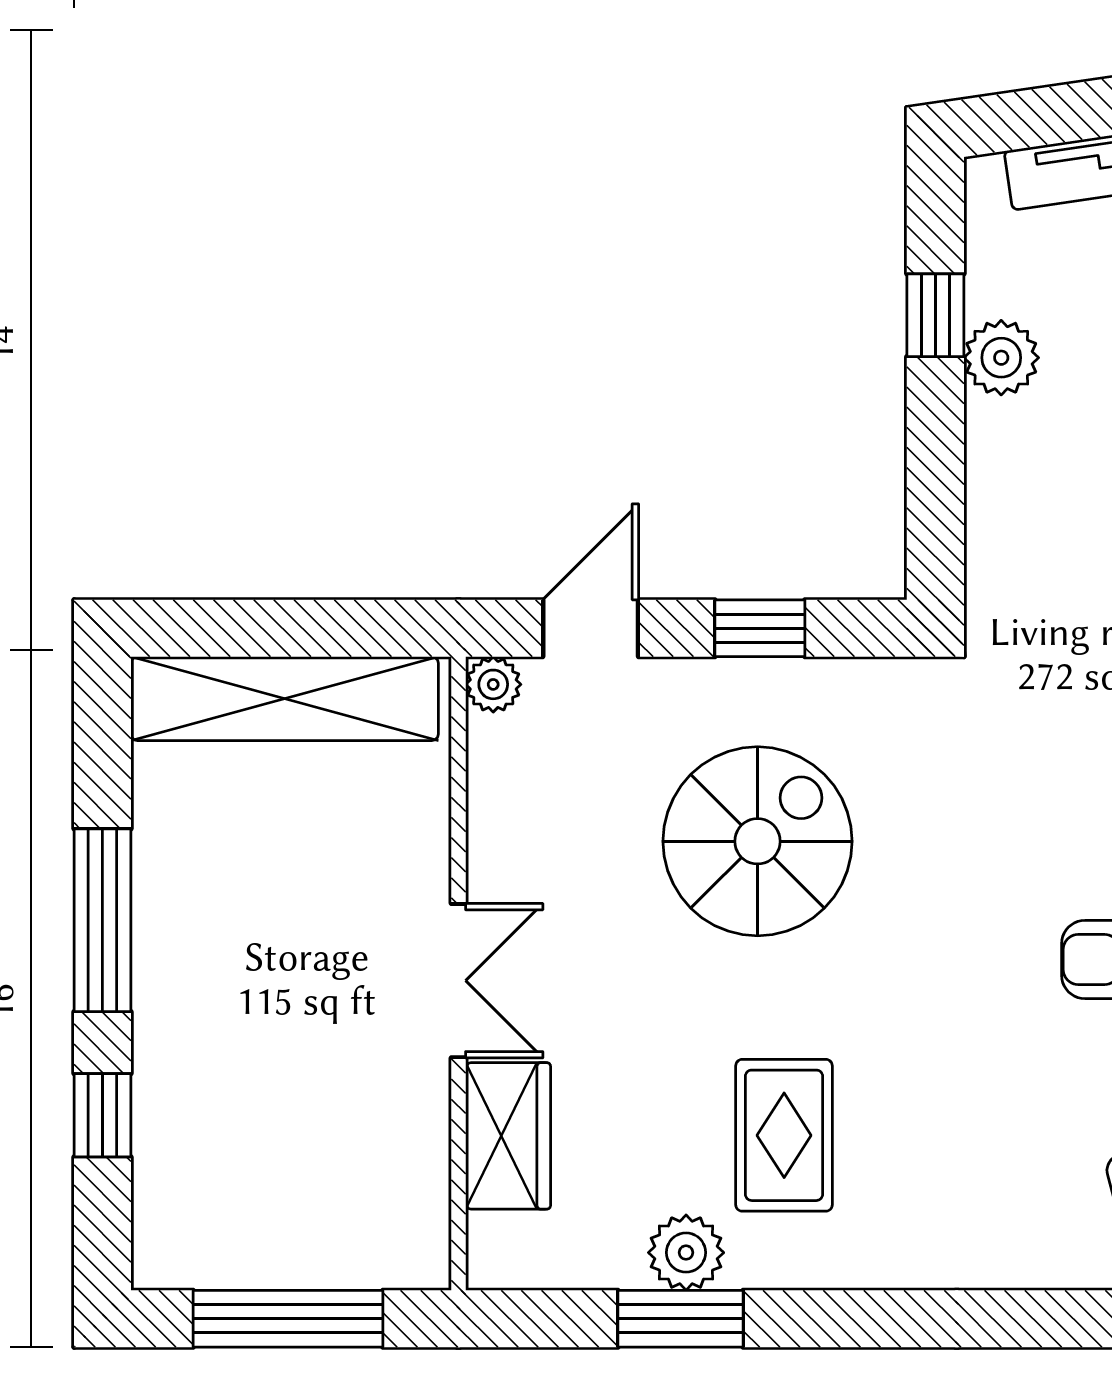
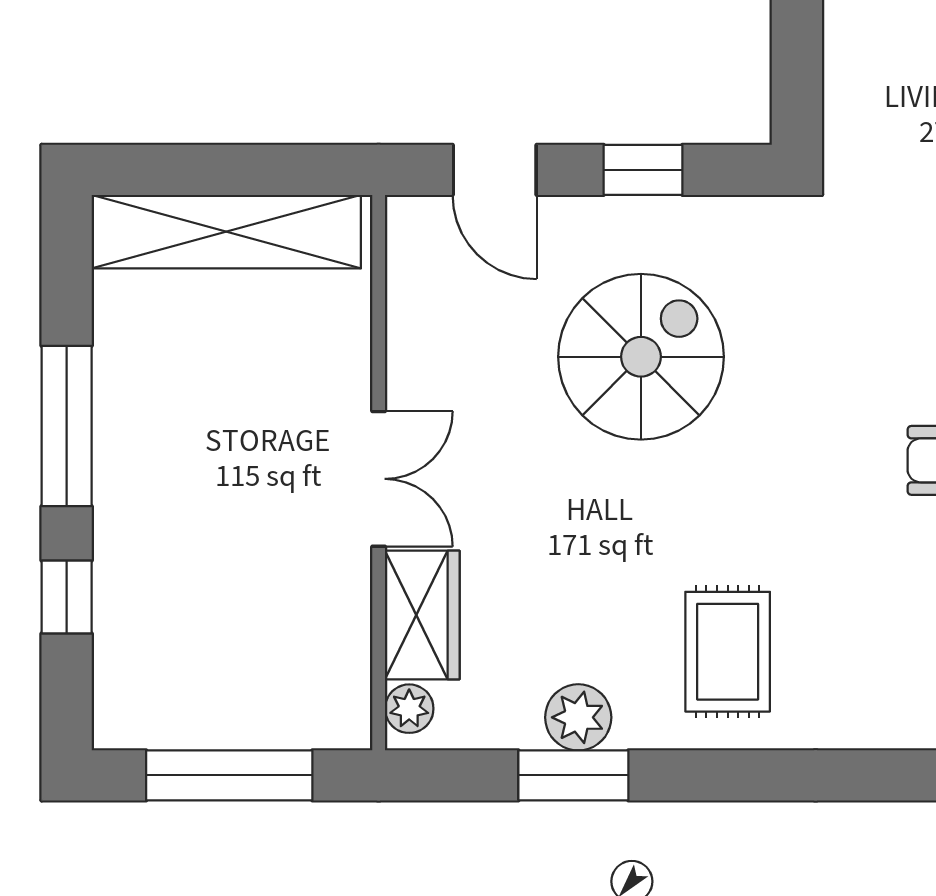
door: (591, 628) -> (495, 170), swing flipped
plant: (493, 684) -> (409, 709), moved
rug: (784, 1135) -> (728, 652), moved

